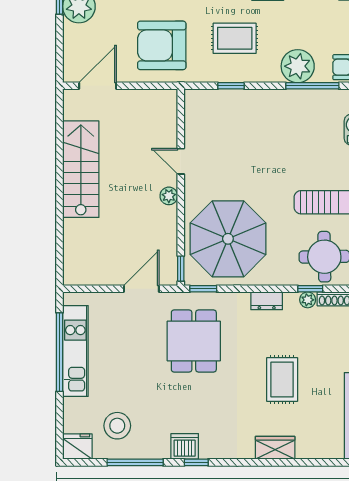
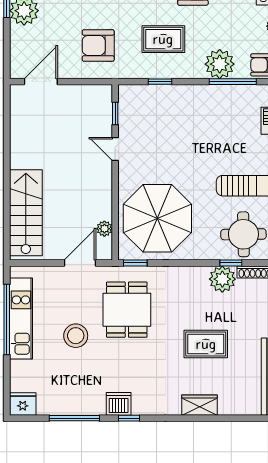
armchair: (162, 45) -> (98, 45), width x0.73, depth x0.73
stairs: (81, 169) -> (26, 213), moved
plant: (169, 196) -> (104, 229), moved
window: (181, 269) -> (115, 113), moved
plant: (308, 300) -> (222, 279), width x1.88, depth x1.88
dresser: (267, 301) -> (192, 274), removed
rug: (282, 379) -> (206, 344), turned 90
stool: (117, 426) -> (76, 336), moved

